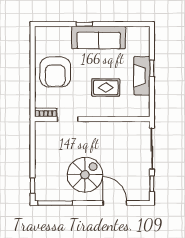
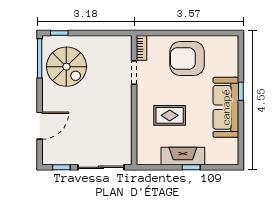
rug: (106, 87) -> (170, 115), turned 90
spiral stairs: (85, 175) -> (66, 67), moved

